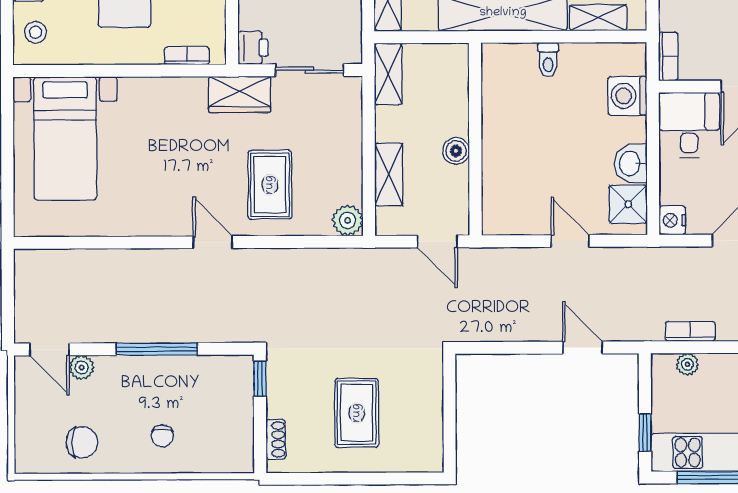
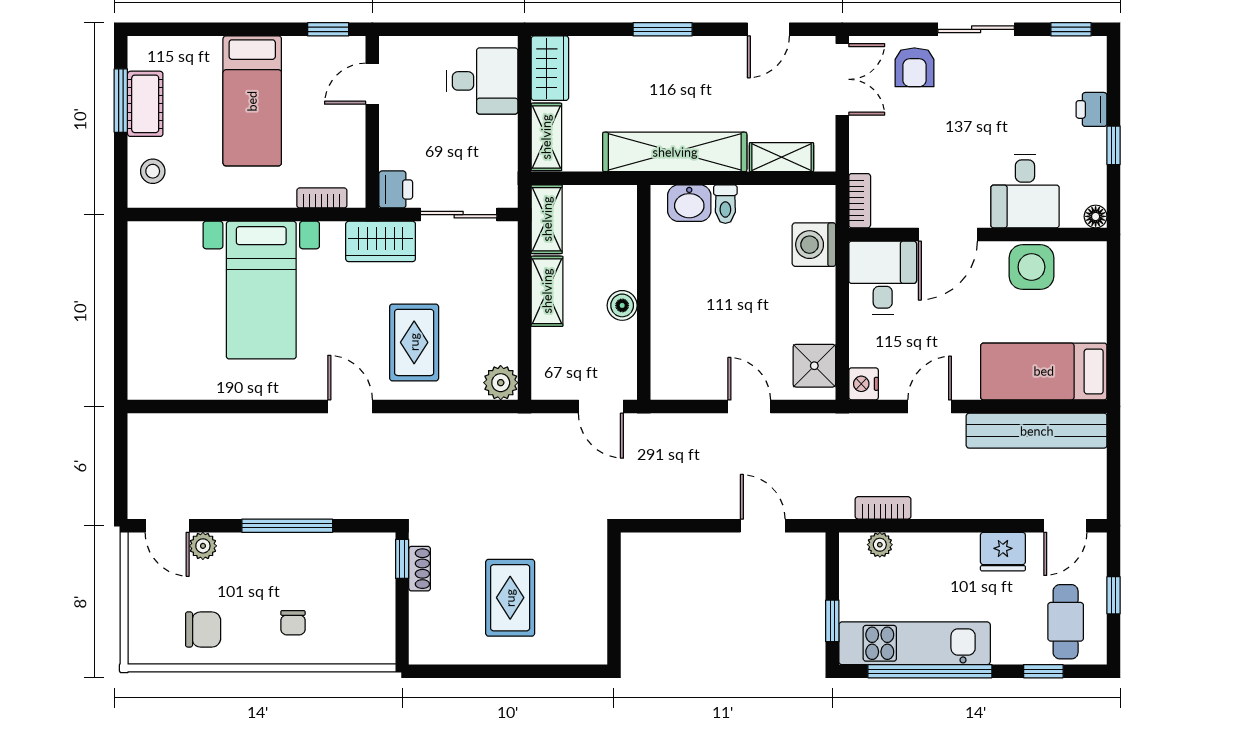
bed with nightstands: (65, 139) -> (261, 290), moved
washbasin: (631, 163) -> (689, 203), moved, turned -90
shelving: (389, 175) -> (547, 291), moved
shoe rack: (276, 439) -> (420, 569), moved

